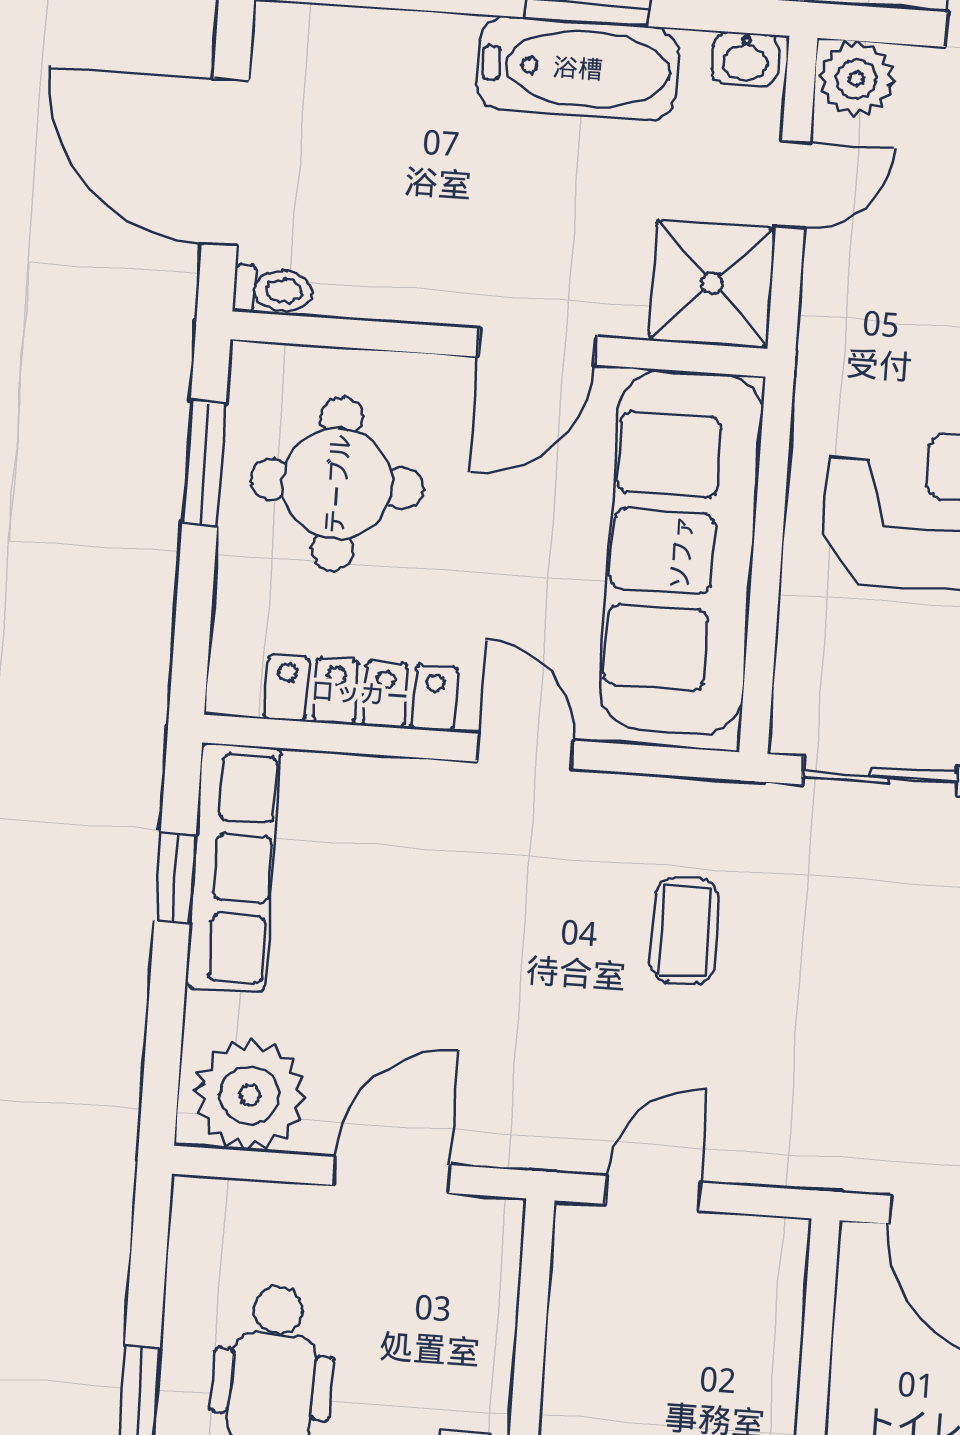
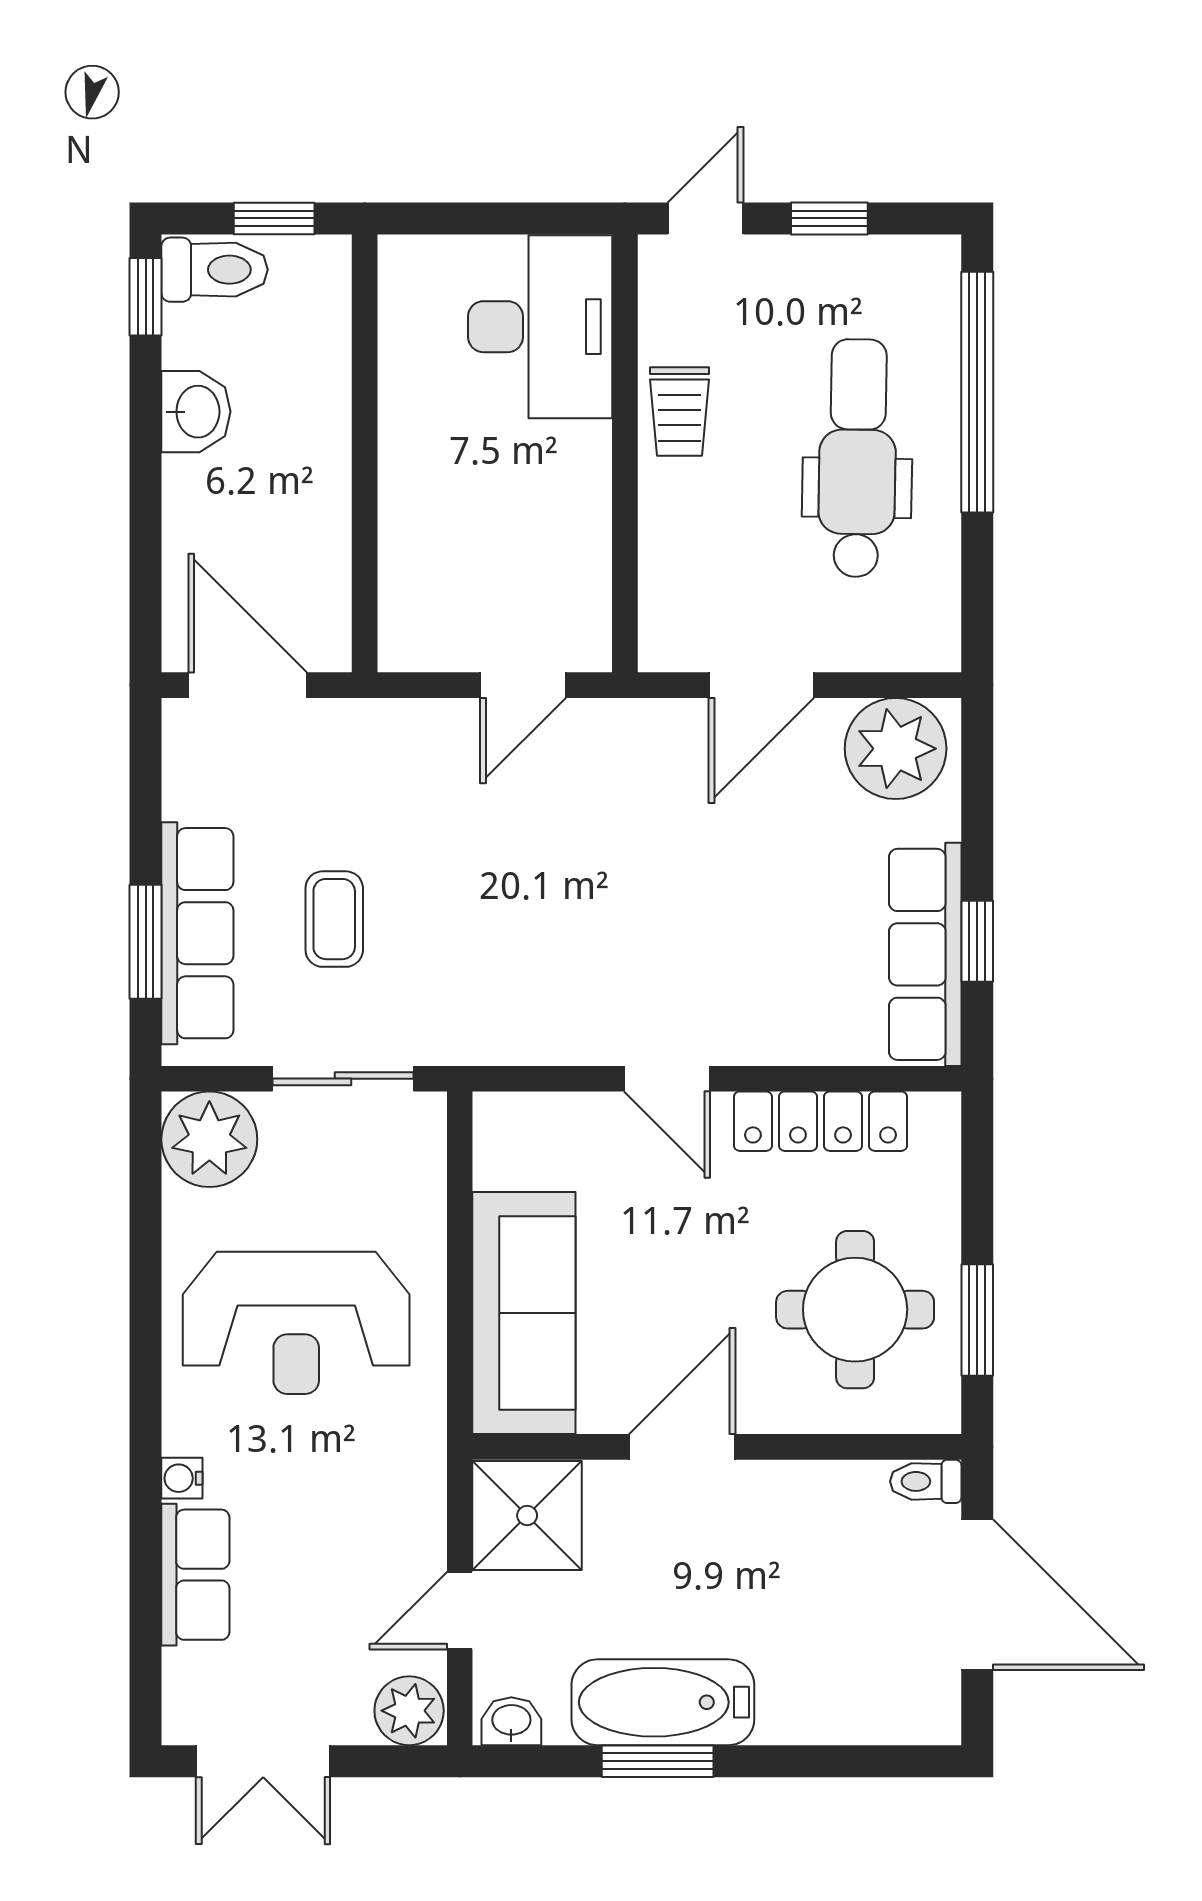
sofa: (681, 552) -> (524, 1313), width x0.74, depth x0.79
coffee table: (685, 931) -> (334, 919), moved

